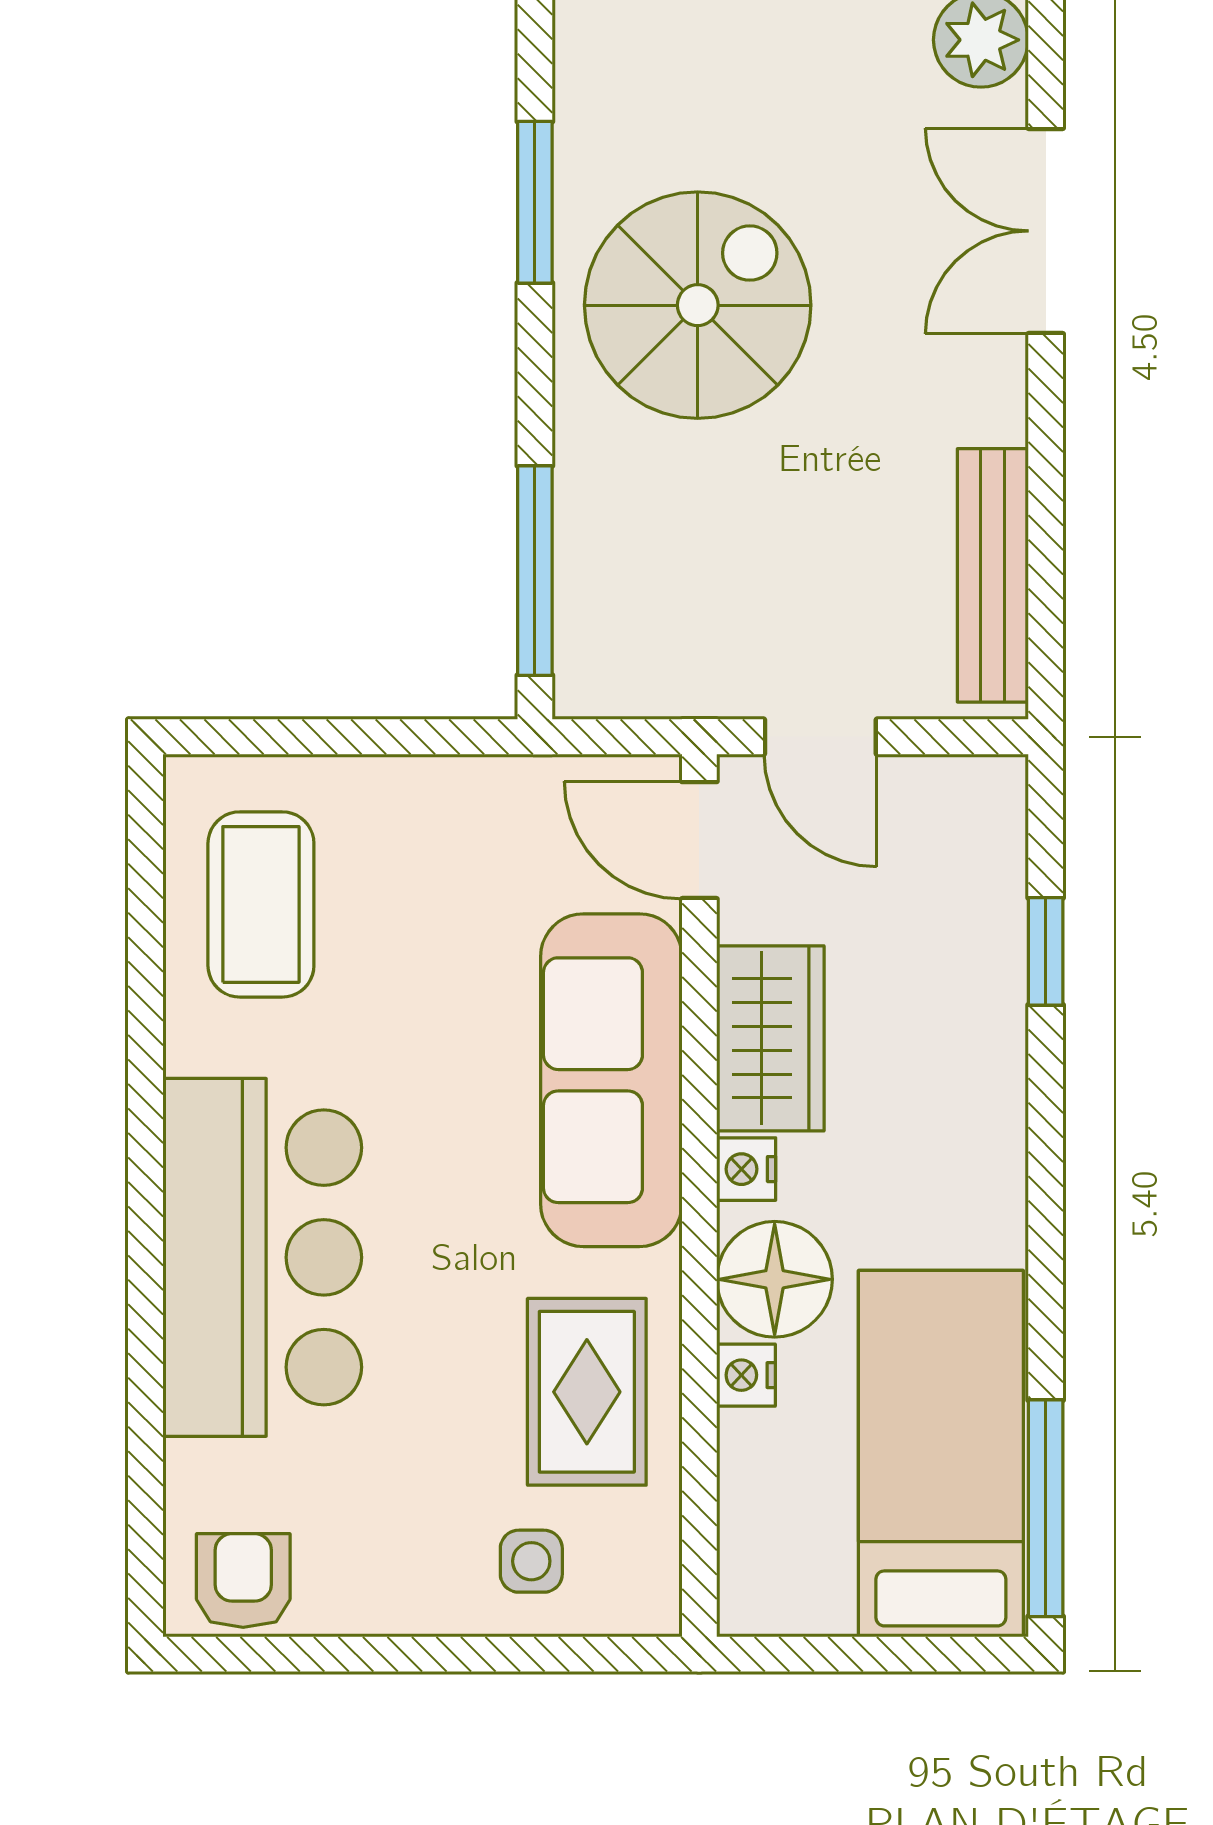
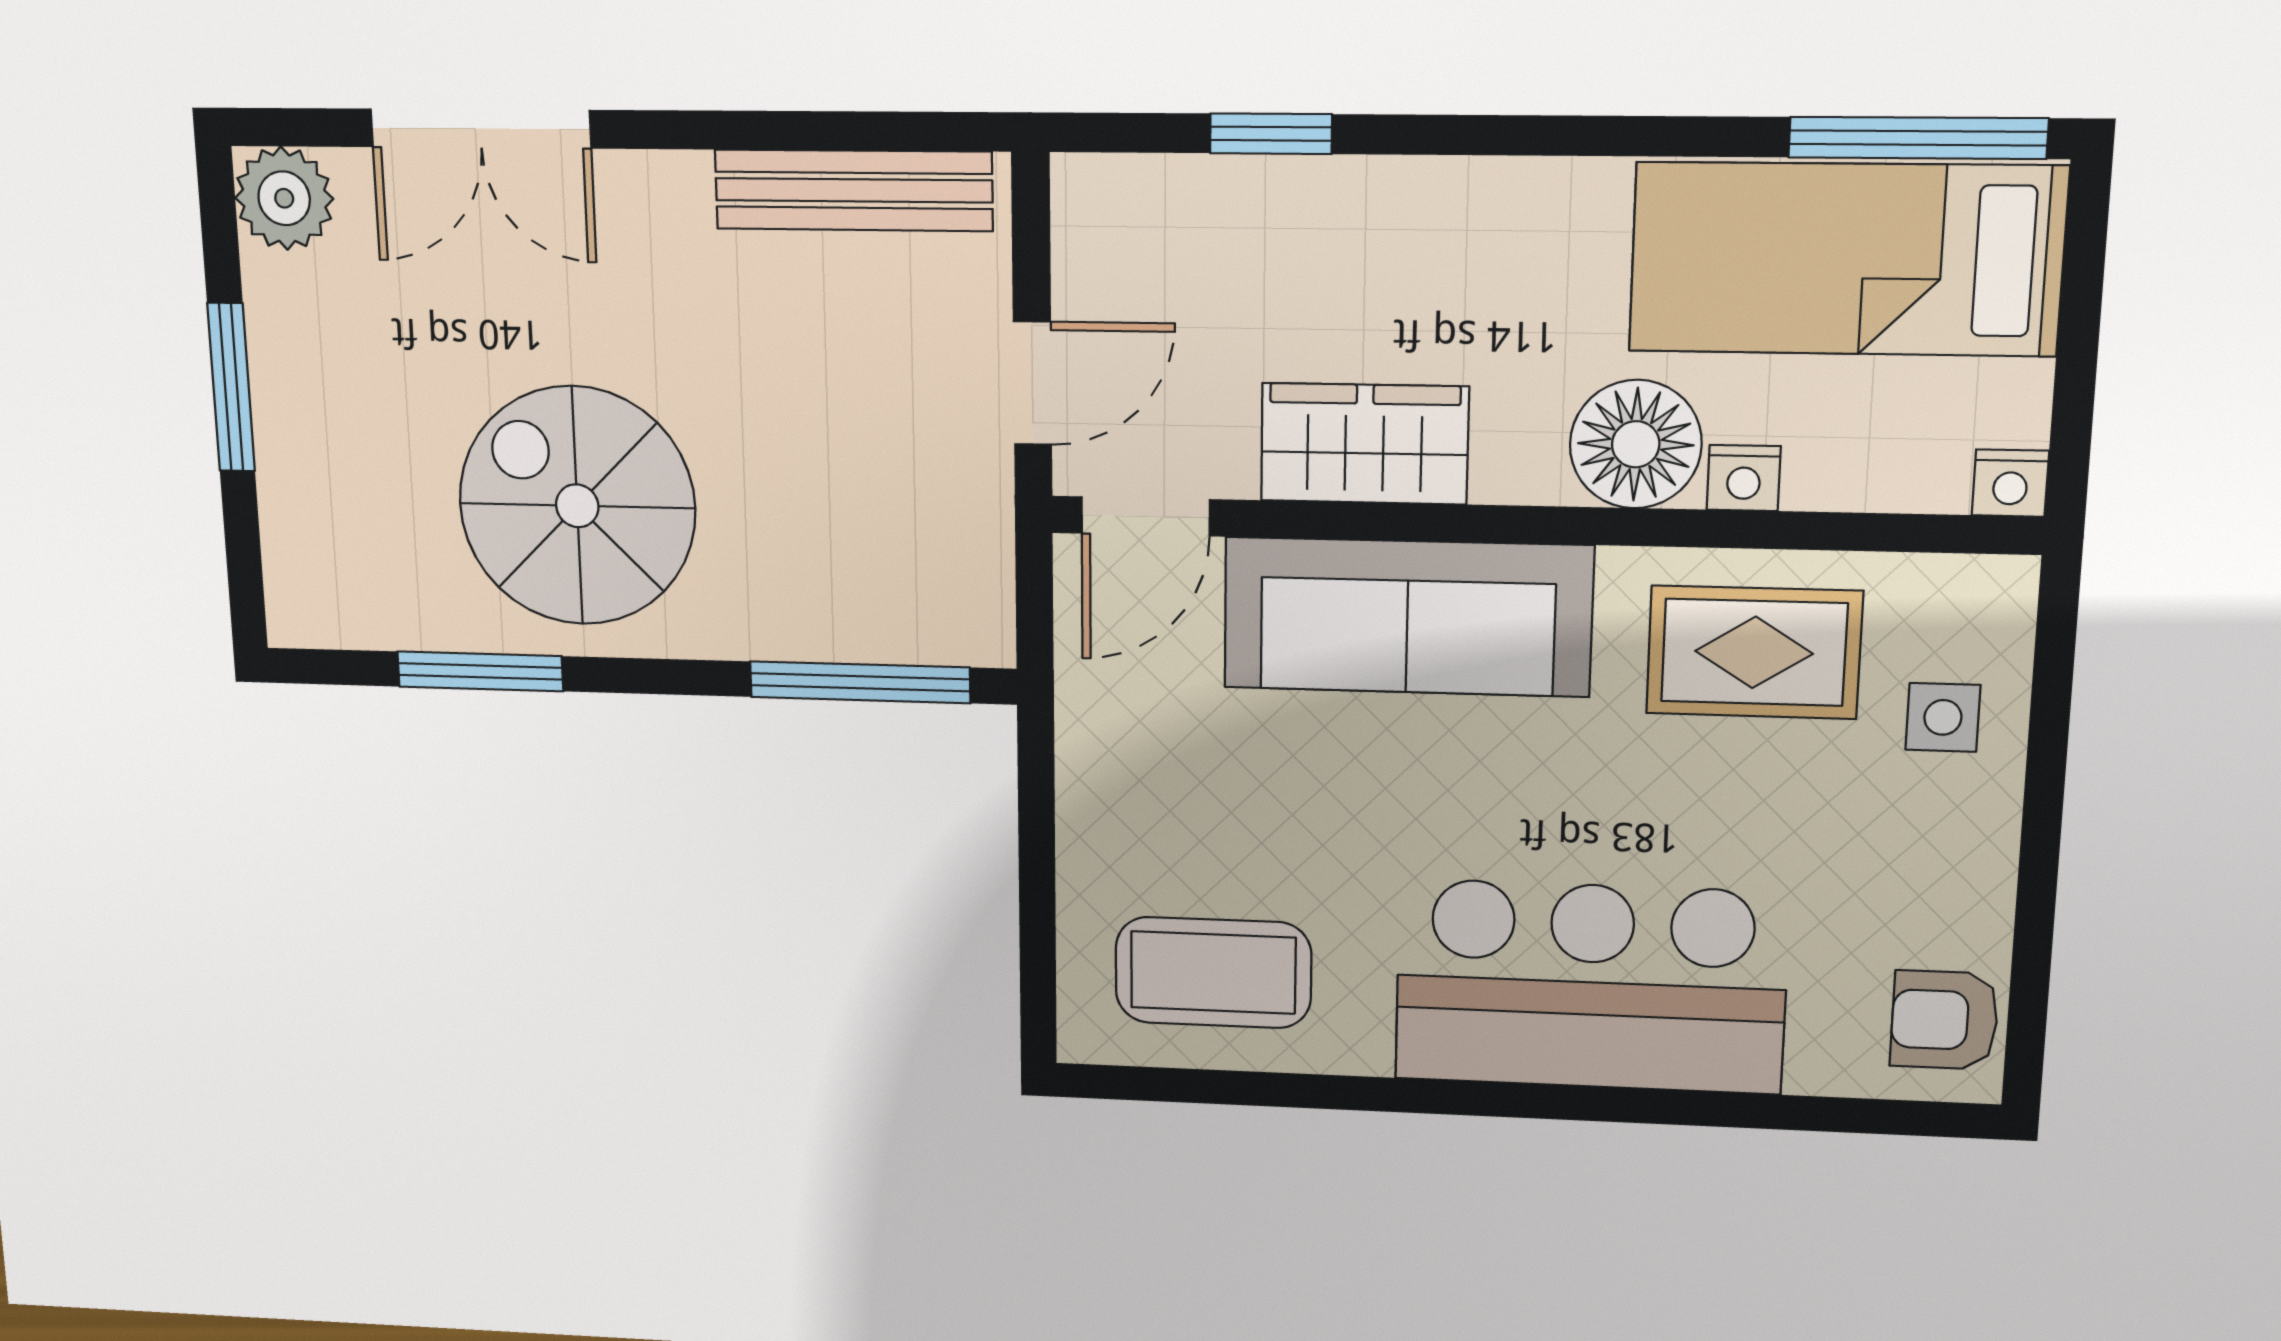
nightstand: (746, 1169) -> (2010, 483), moved

